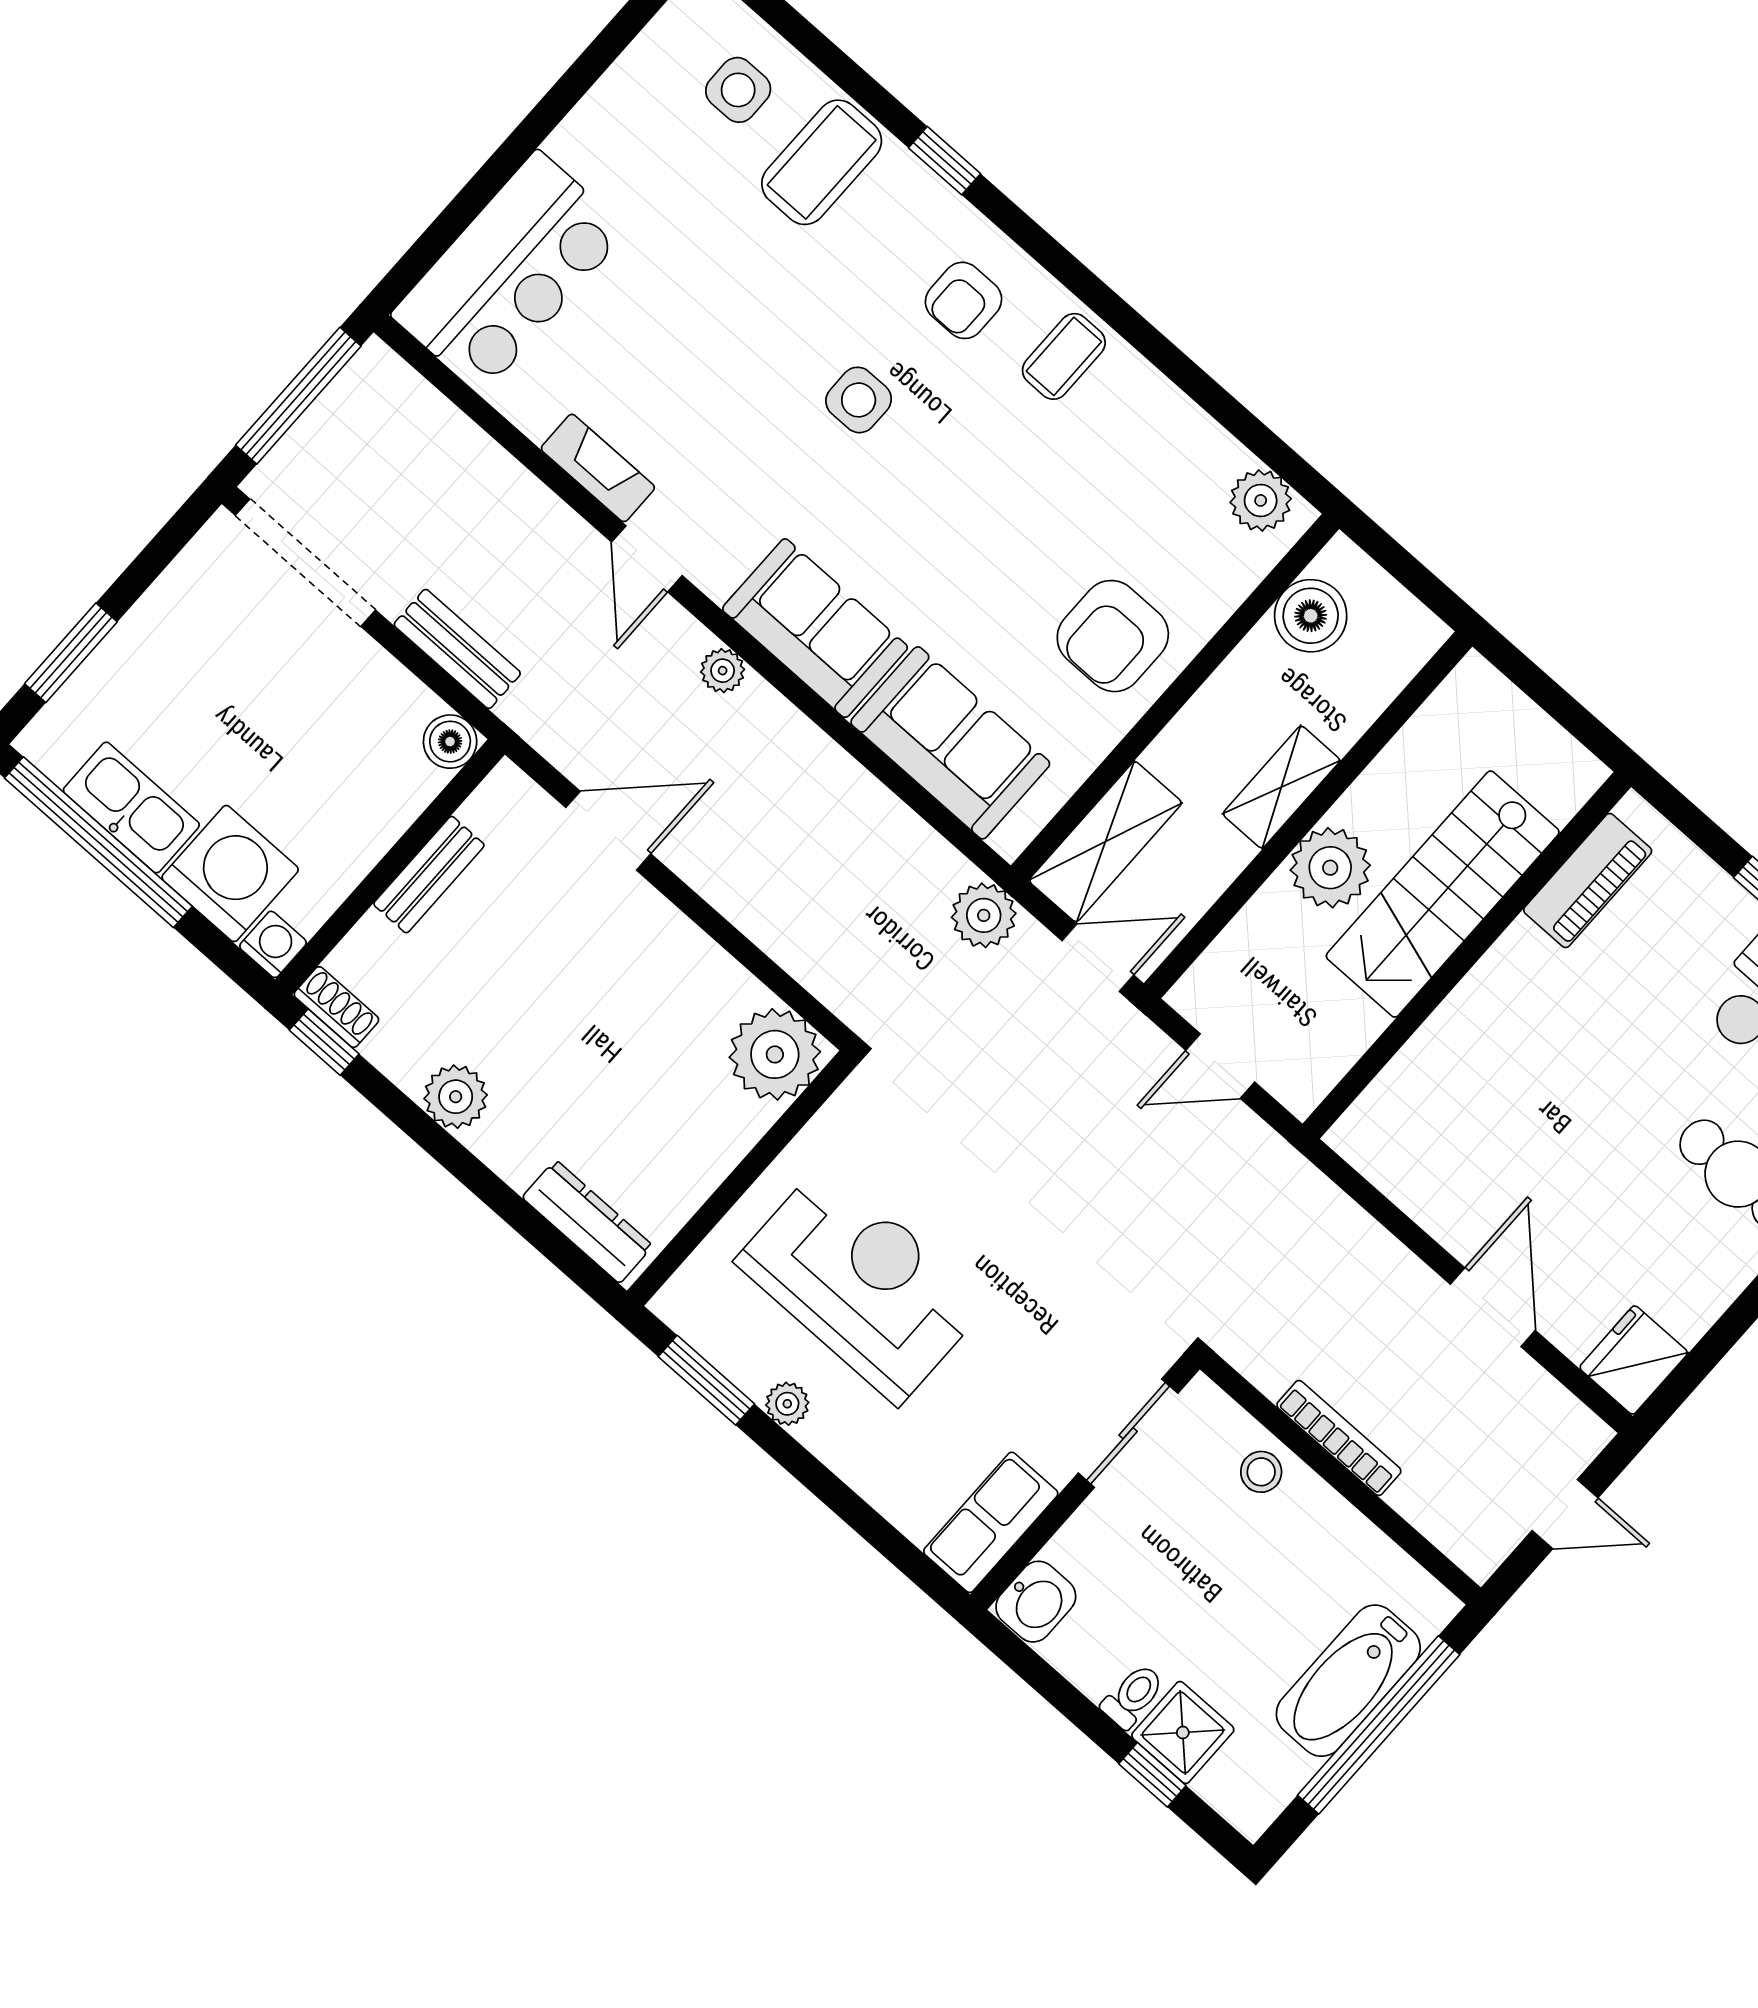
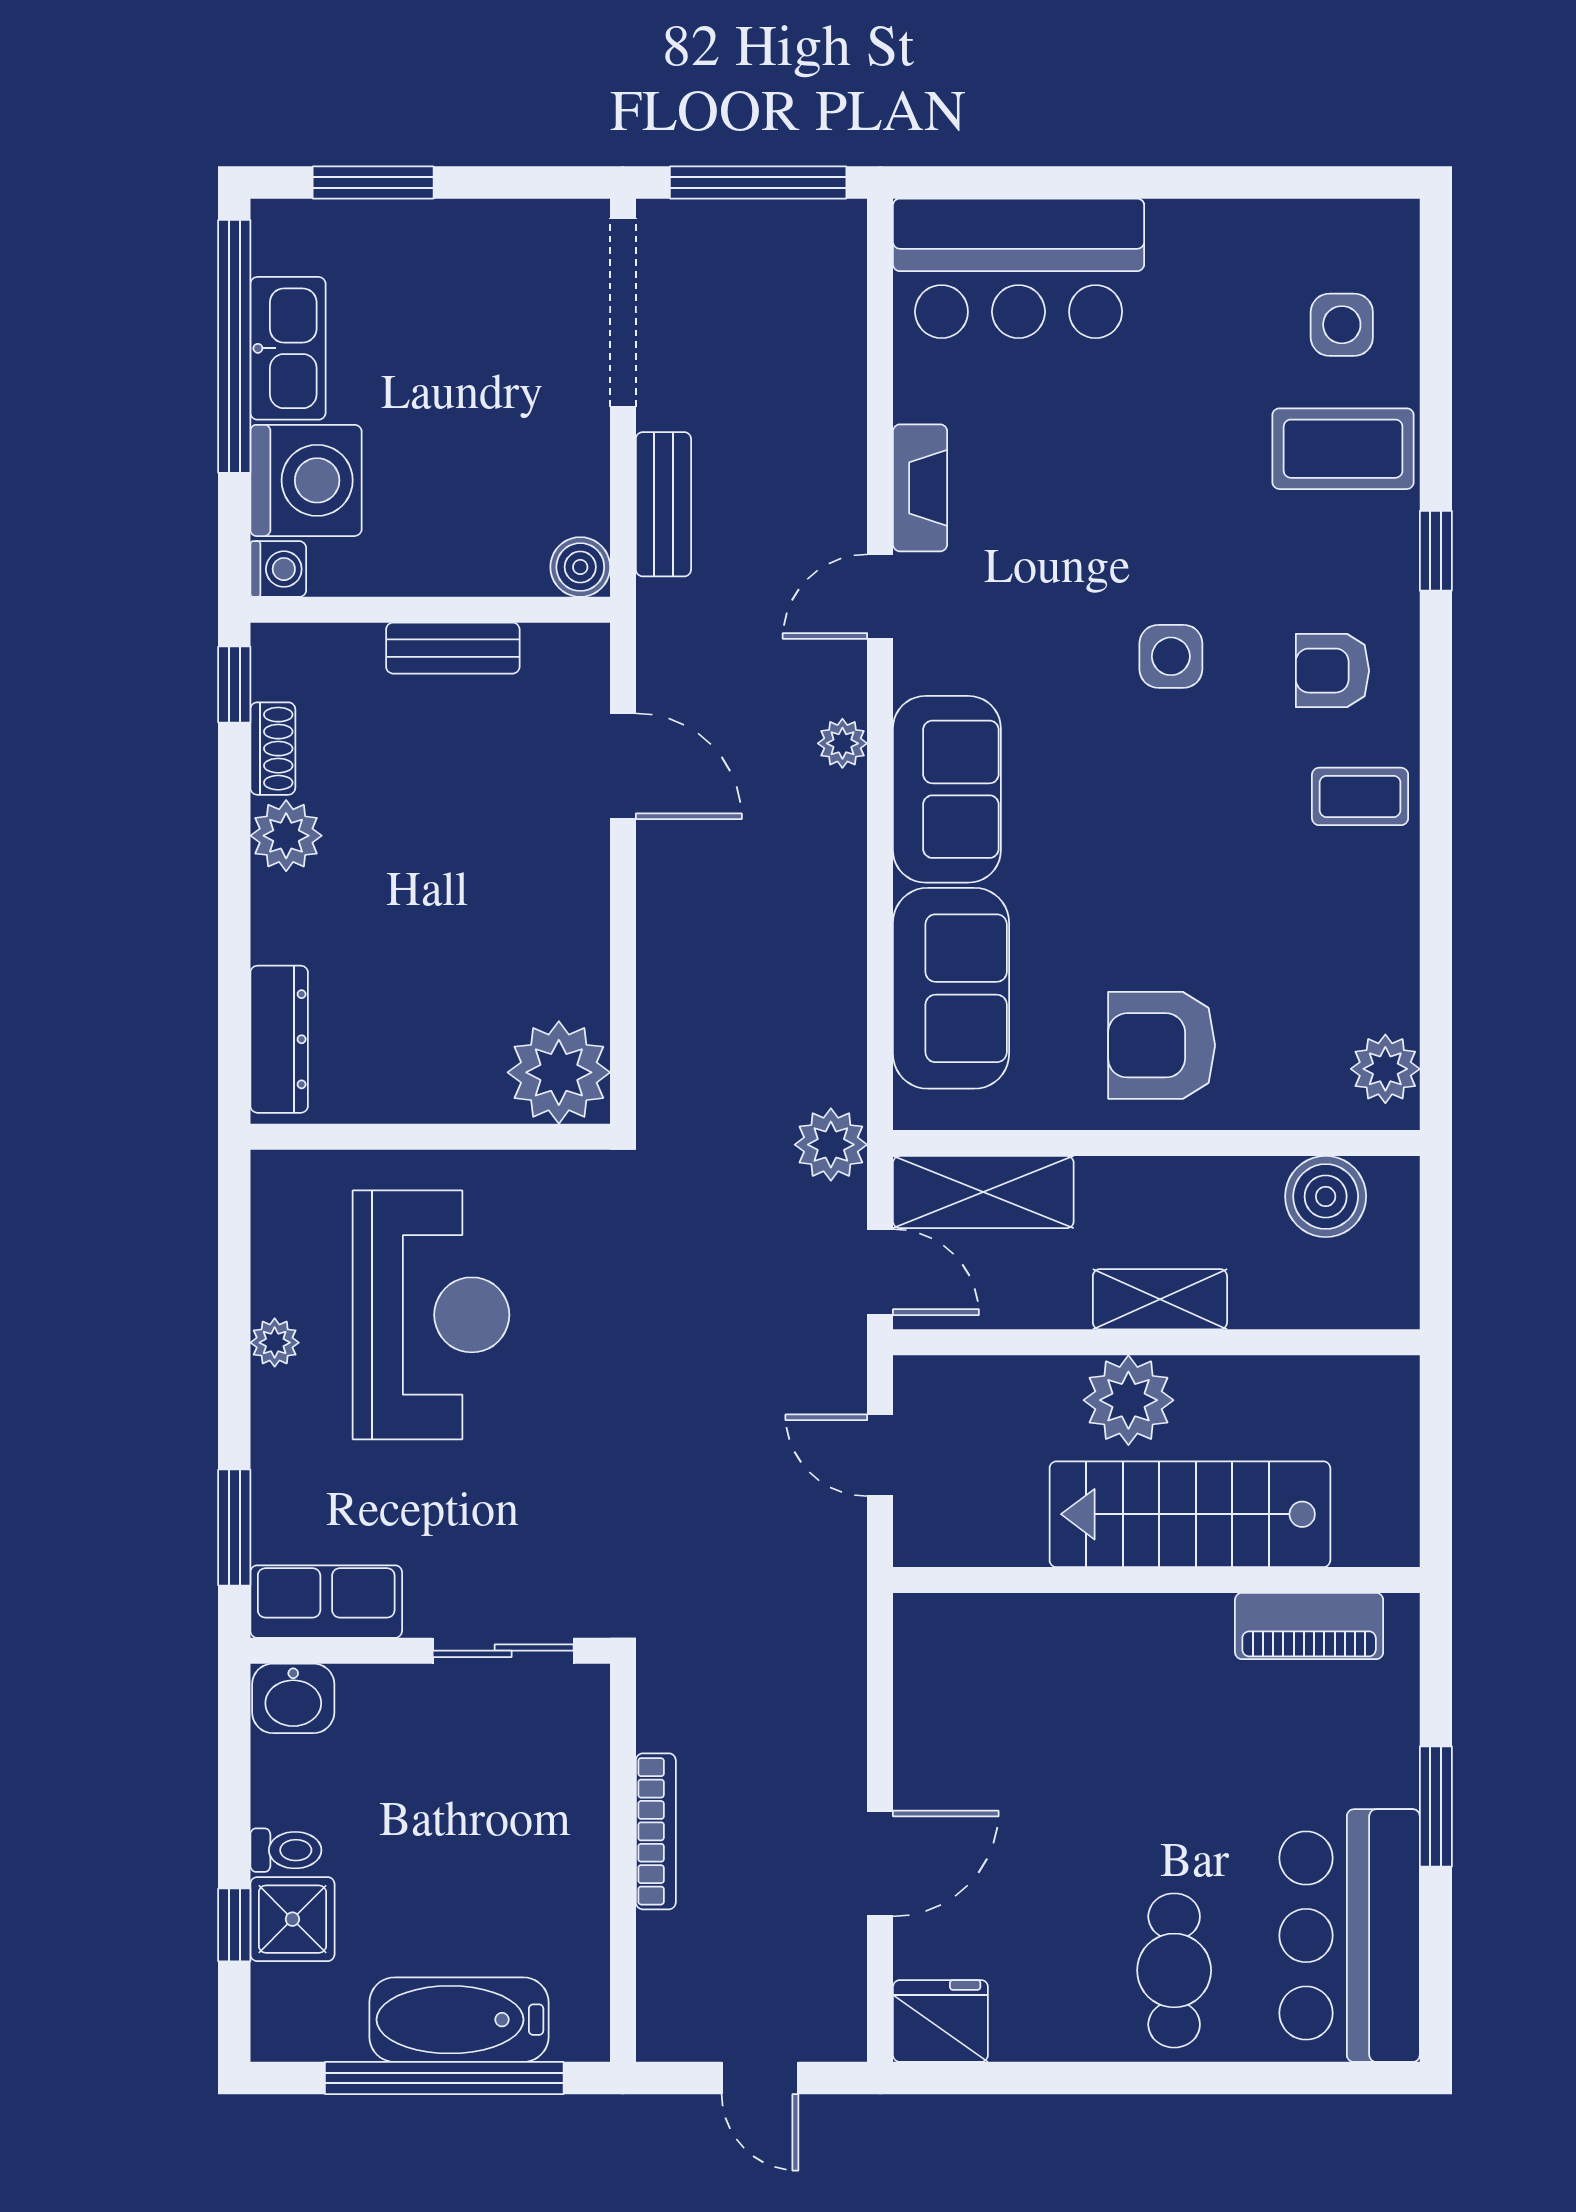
shoe rack: (336, 1007) -> (273, 749), moved
window: (706, 1380) -> (234, 1528), moved
stool: (1261, 1472) -> (570, 1791), removed

